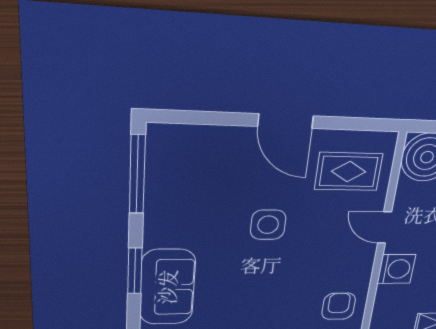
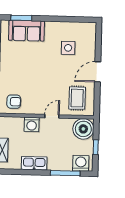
window: (137, 175) -> (76, 19), removed
side table: (268, 225) -> (68, 48), moved
window: (135, 271) -> (21, 18), moved

